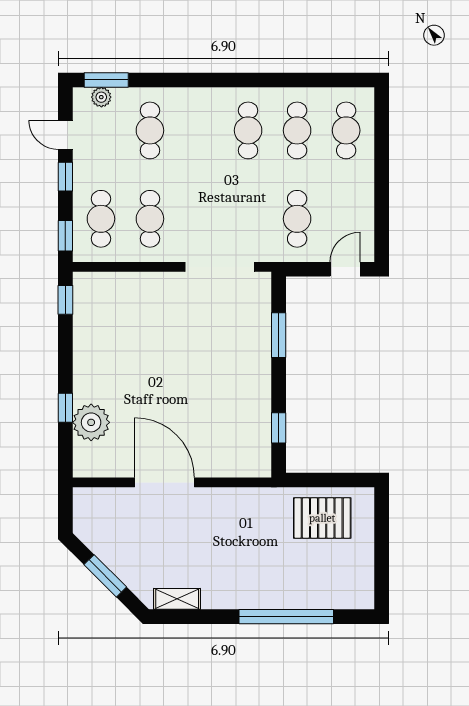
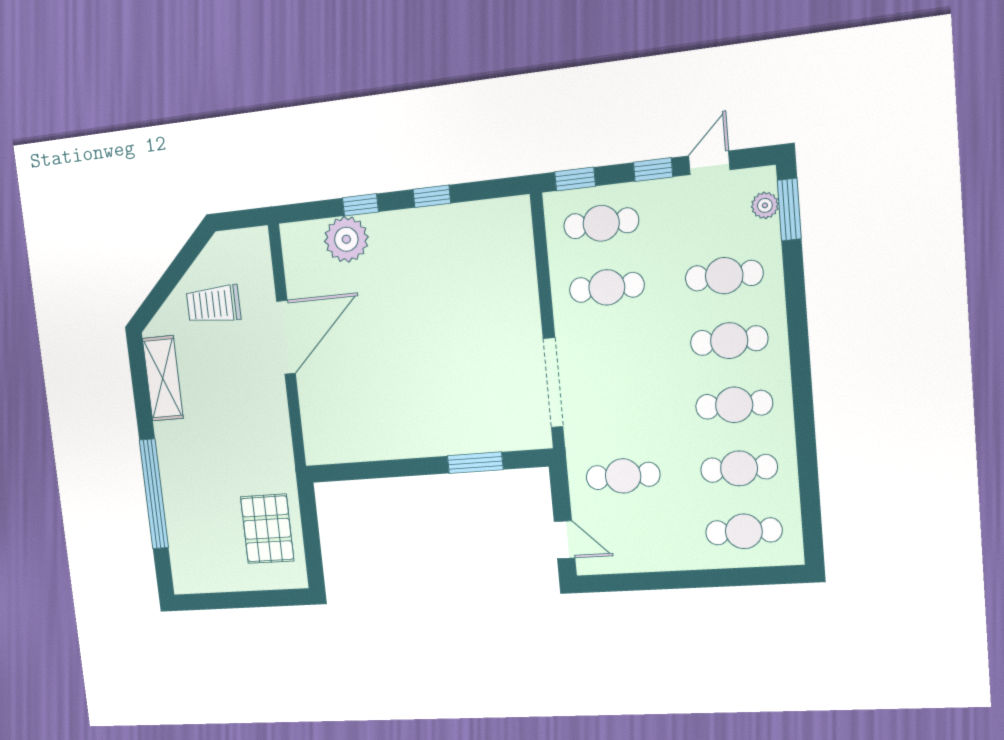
cafe table: (199, 130) -> (729, 341), added
window: (65, 300) -> (432, 196), moved
window: (279, 428) -> (364, 470), removed
trolley: (132, 542) -> (214, 304), added
window: (105, 576) -> (172, 276), removed
shelving: (177, 599) -> (163, 378), width x1.50, depth x1.33

